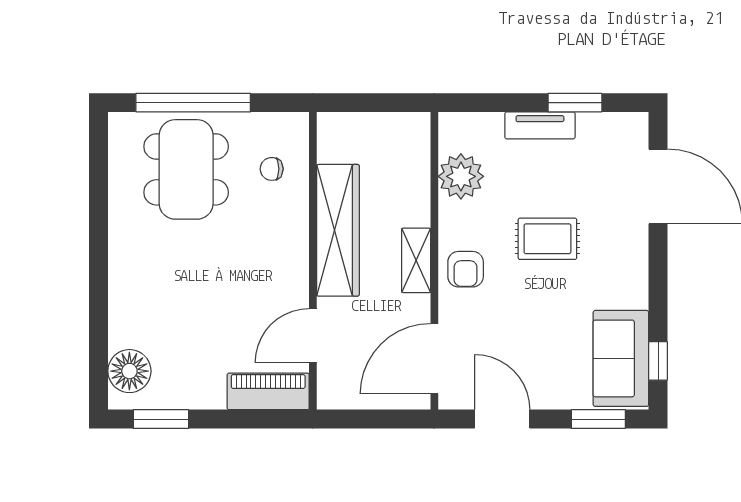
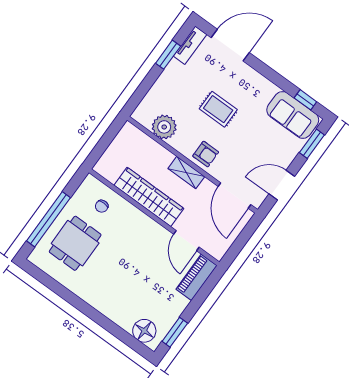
tv unit: (540, 125) -> (190, 45), moved
dining table: (186, 169) -> (75, 243), width x0.73
rug: (547, 239) -> (218, 109), turned 90

